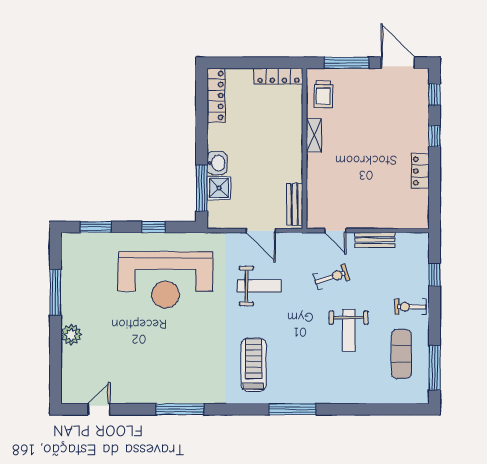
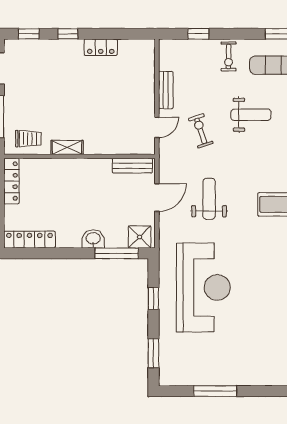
shower: (219, 188) -> (140, 237), moved
plant: (71, 335) -> (255, 376), removed

